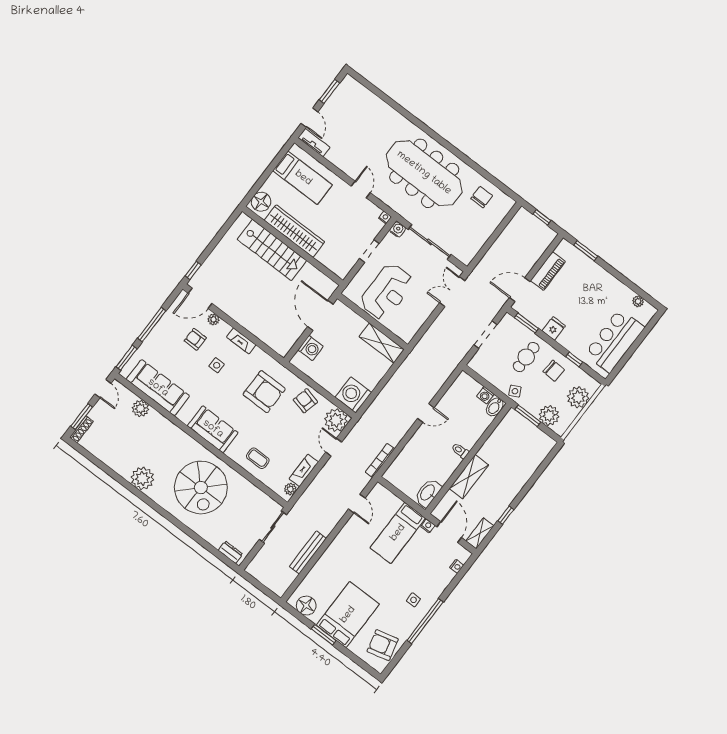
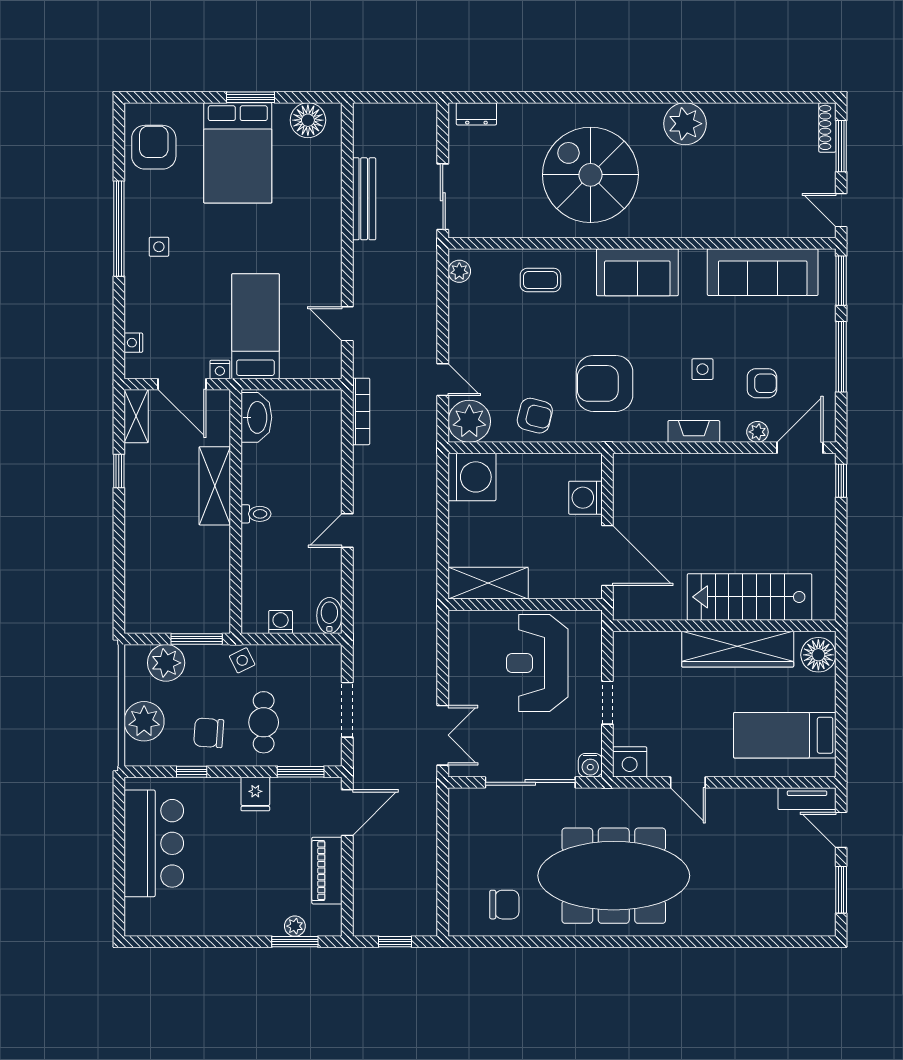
chair: (482, 197) -> (504, 905), turned -90
nightstand: (385, 217) -> (630, 762), width x1.89, depth x1.79
plant: (638, 301) -> (295, 926), moved
bidet: (495, 407) -> (329, 616), moved
plant: (140, 408) -> (765, 223), removed
fireplace: (304, 470) -> (460, 313), removed
armchair: (383, 645) -> (154, 147), turned -76

